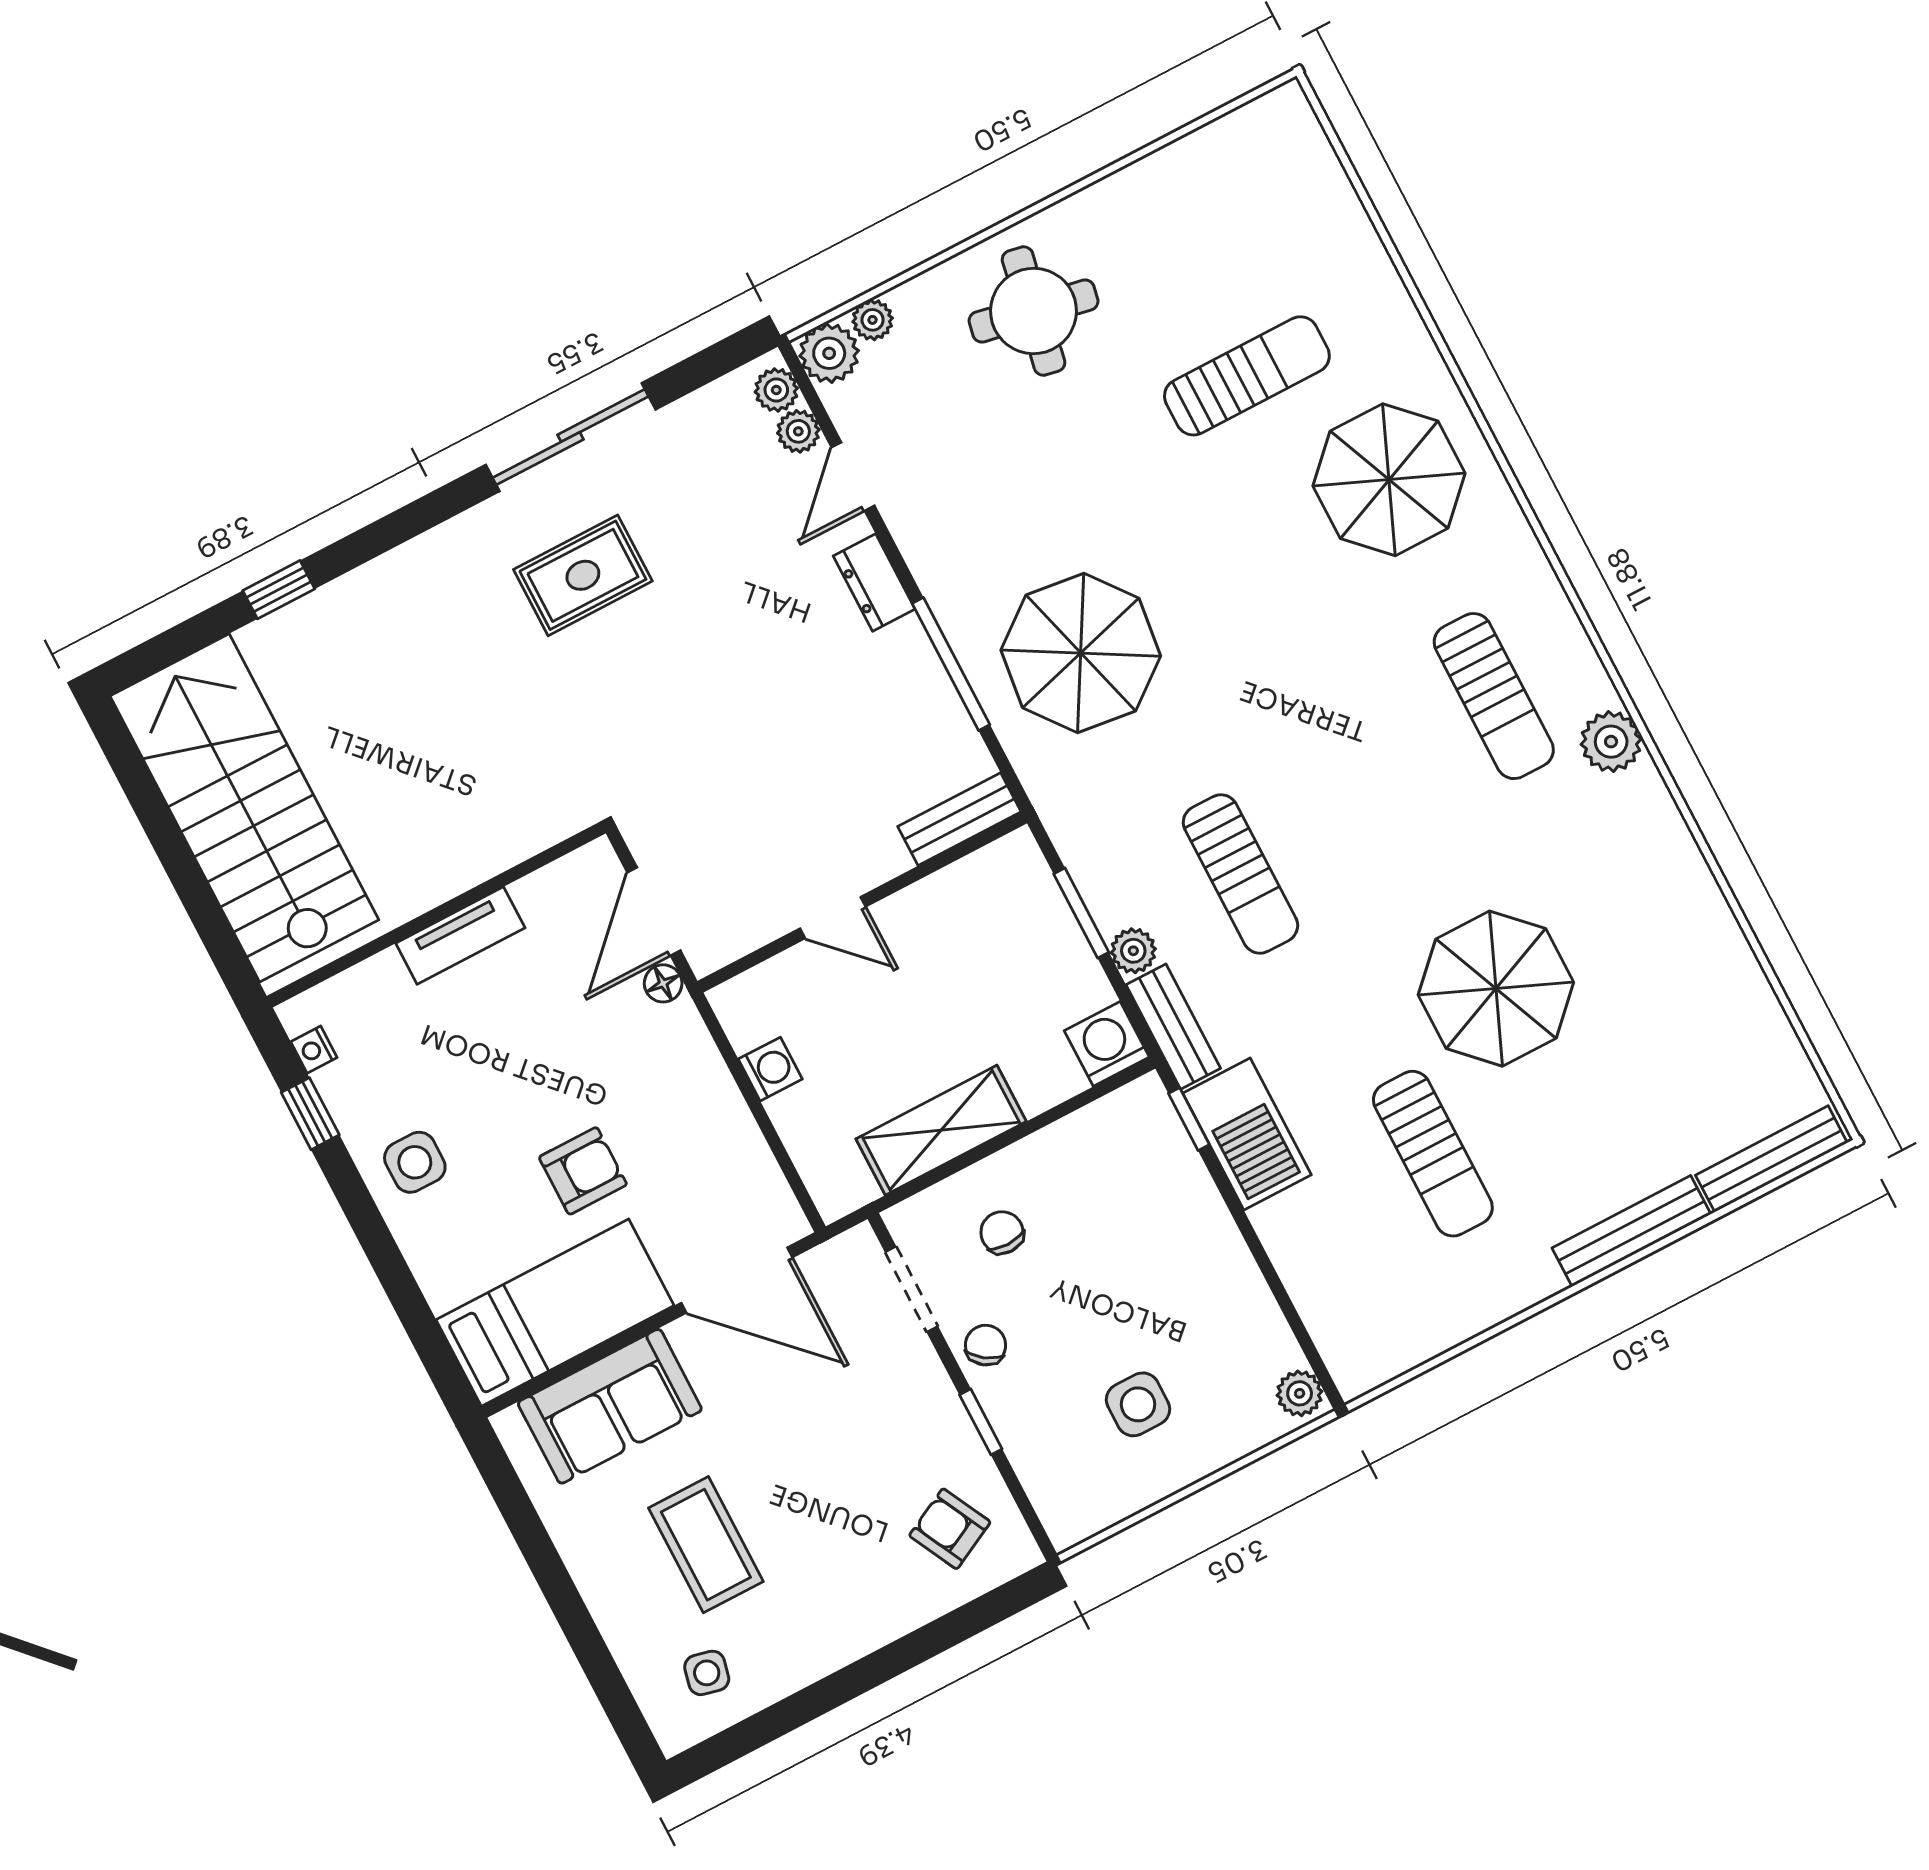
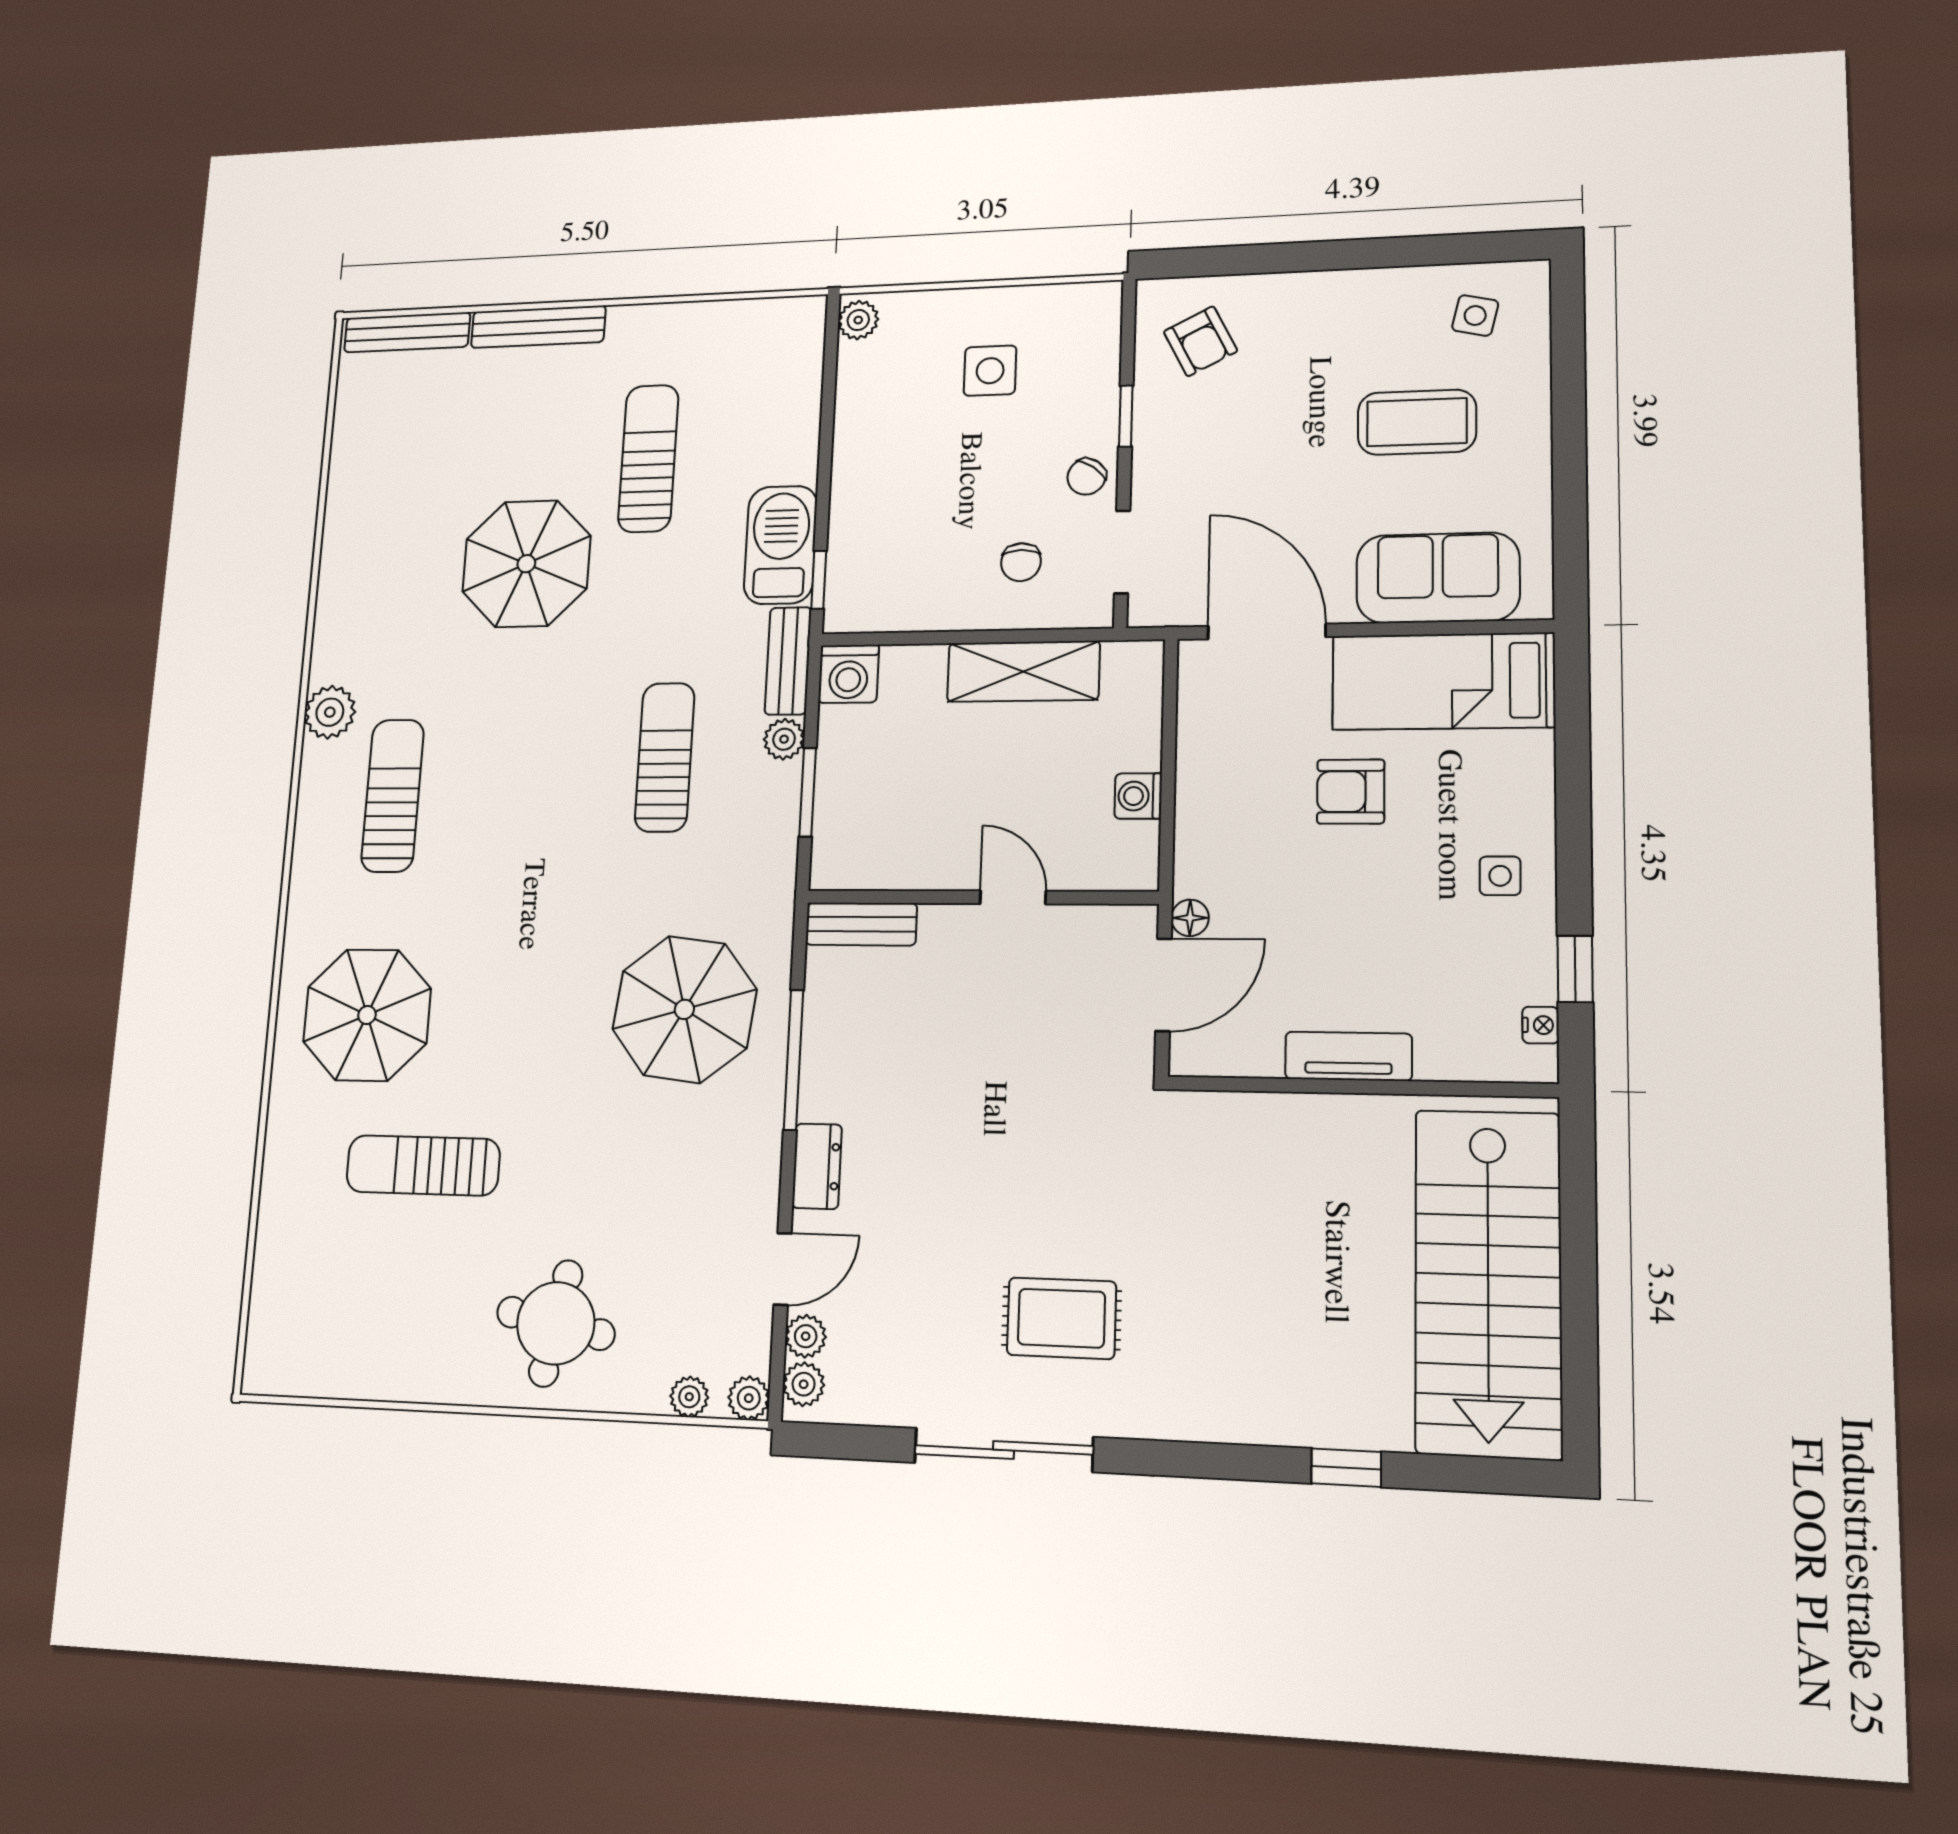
plant: (829, 353) -> (749, 1398), width x0.73, depth x0.73
side table: (415, 1162) -> (1500, 876), width x0.73, depth x0.73
coffee table: (706, 1545) -> (1417, 422), turned 90

